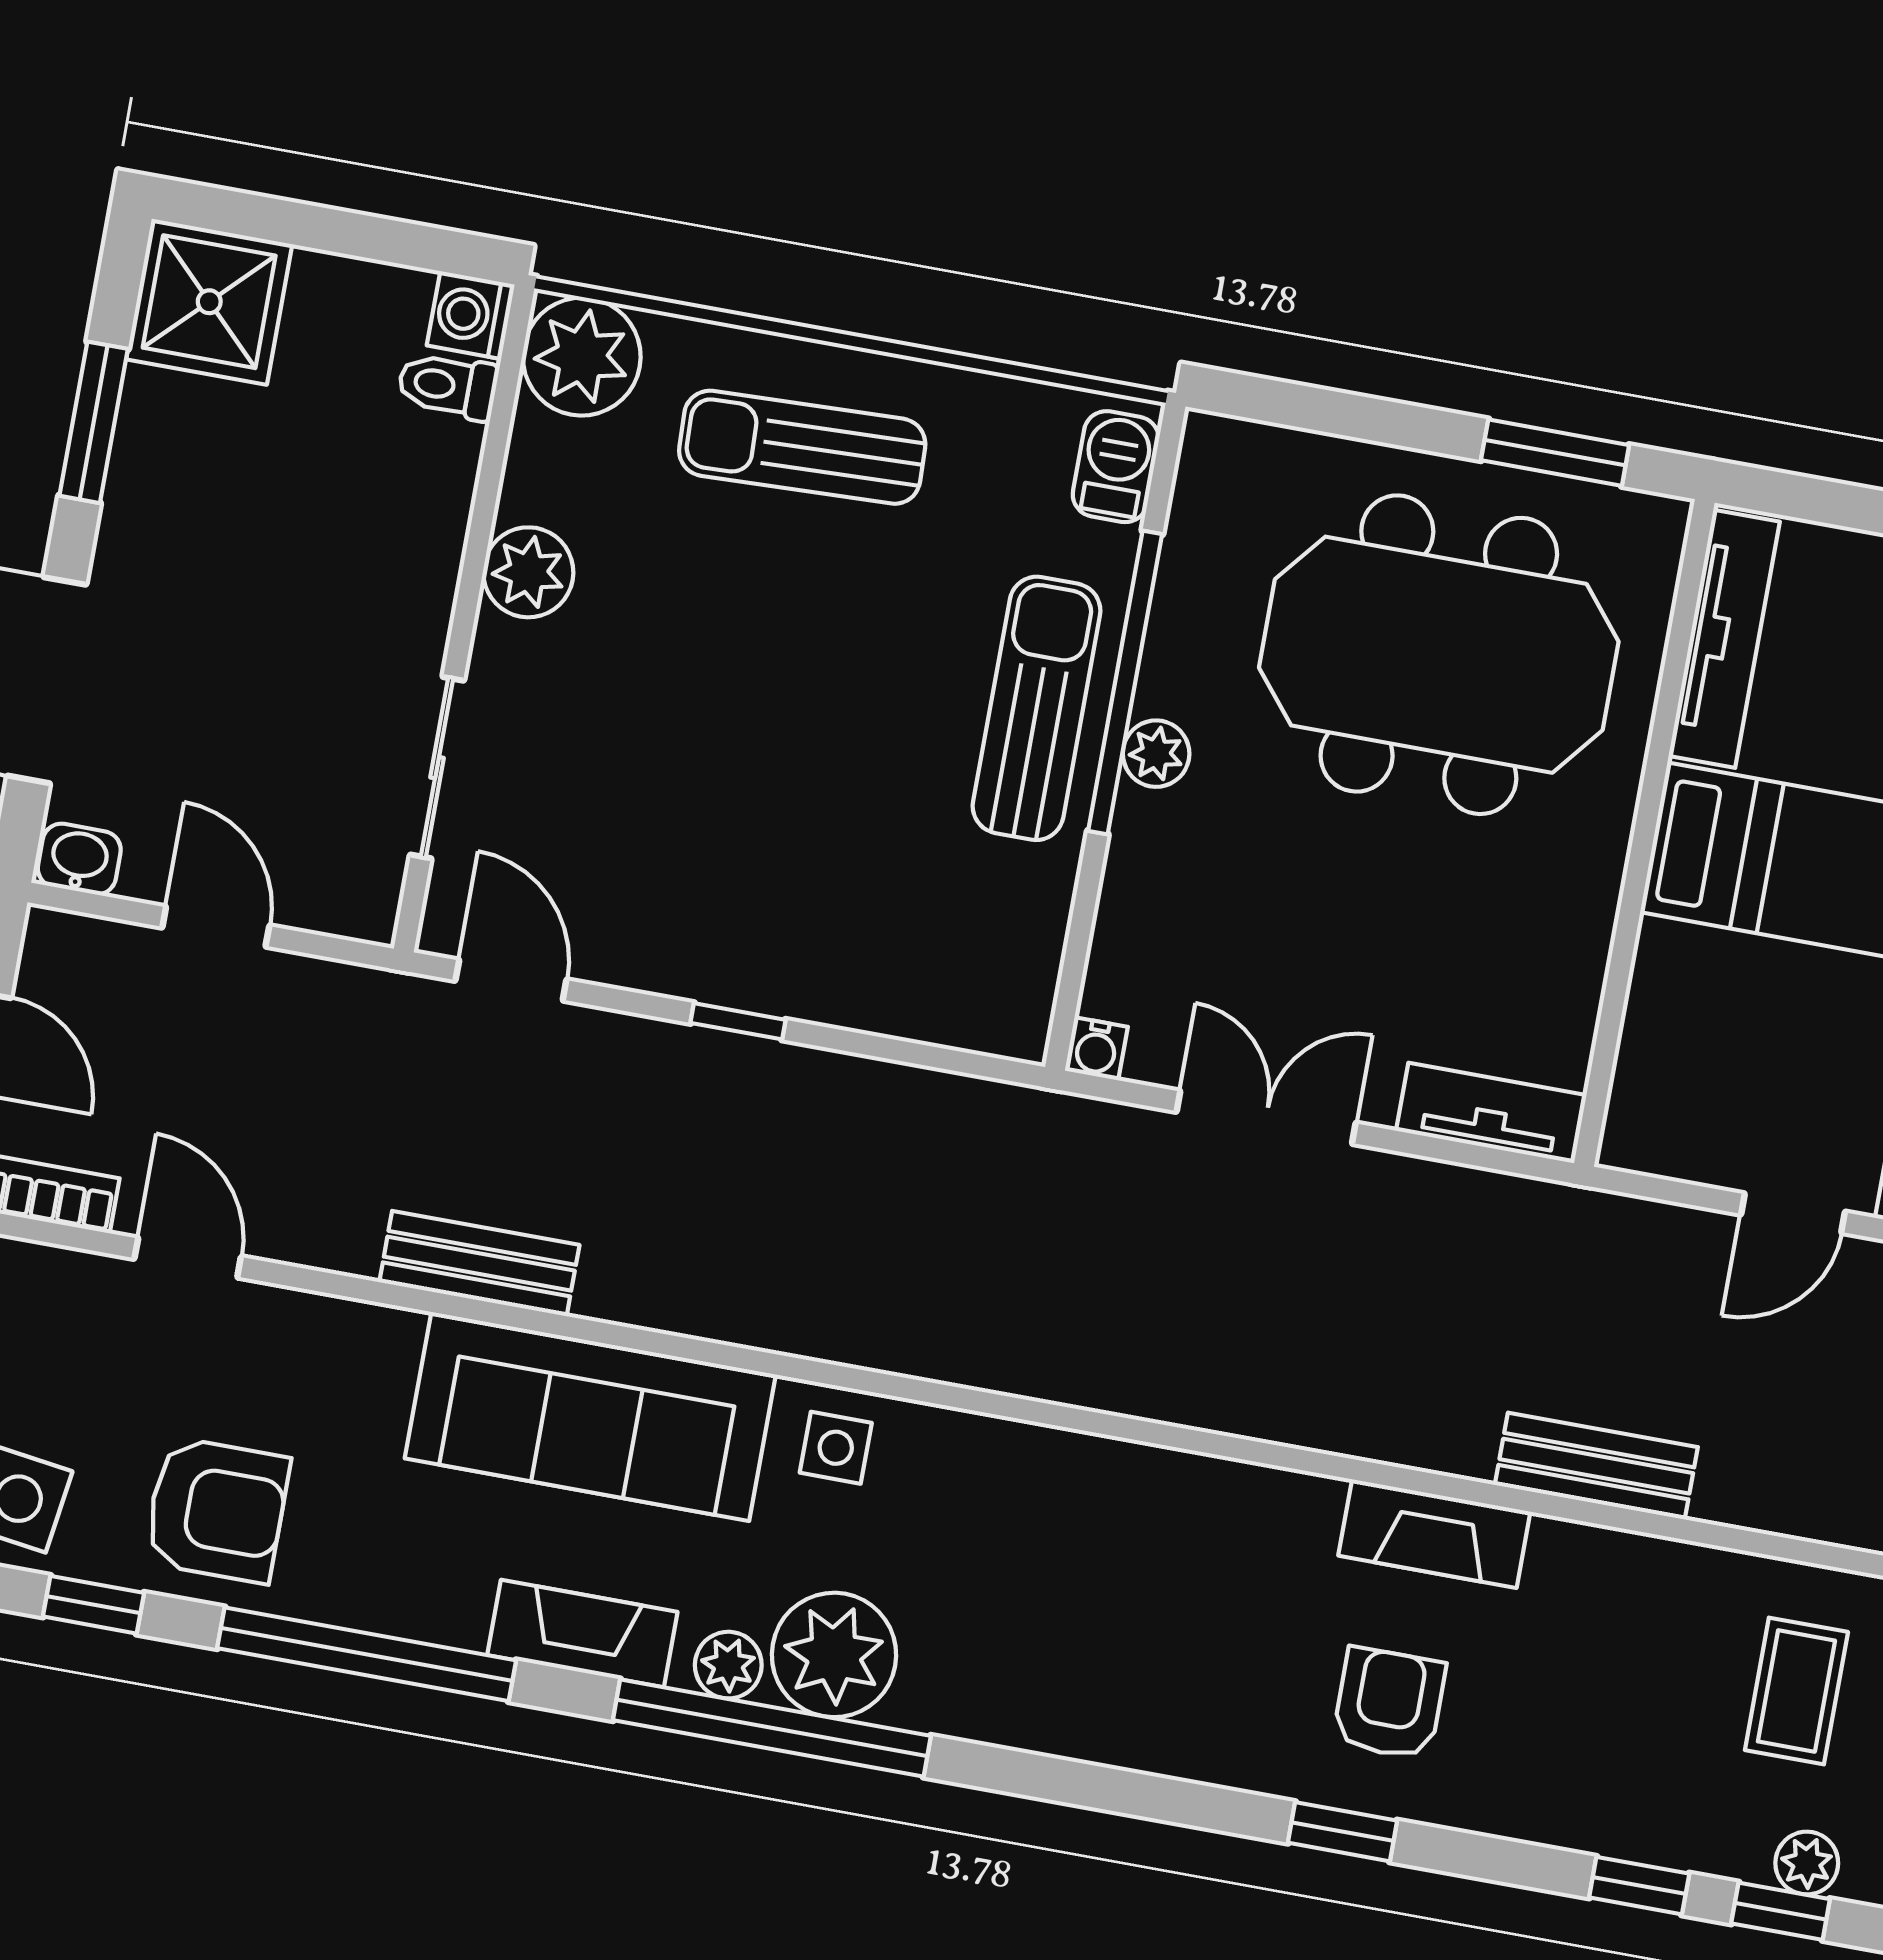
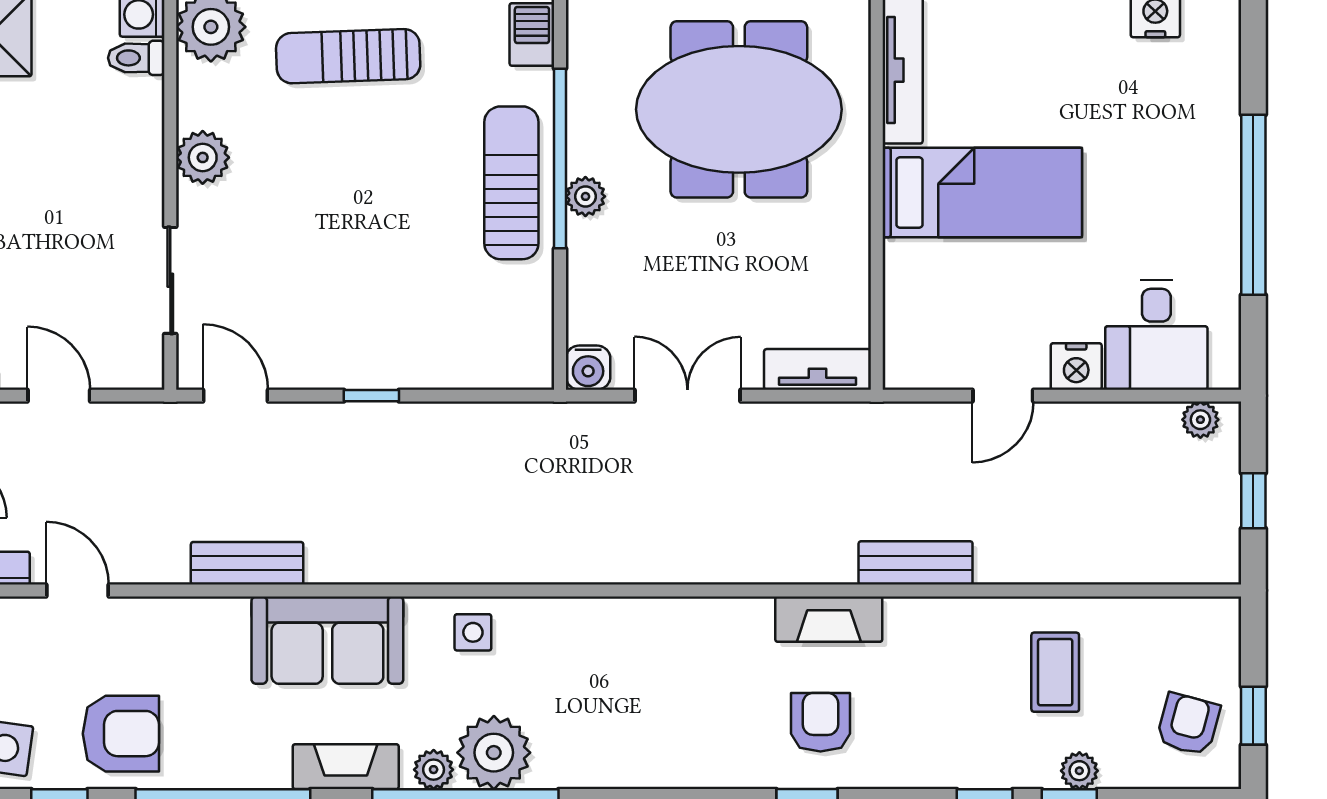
water cooler: (1096, 1049) -> (588, 368), width x1.38, depth x1.38
sofa: (590, 1417) -> (327, 640), width x0.73

